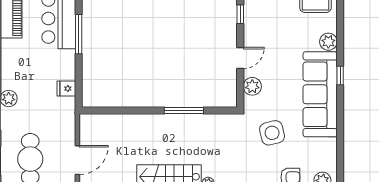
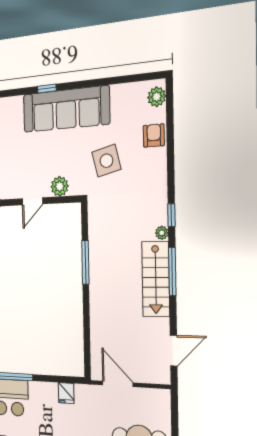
plant: (328, 42) -> (15, 105), removed
door: (240, 58) -> (32, 201), swing flipped
door: (77, 160) -> (118, 384), moved

